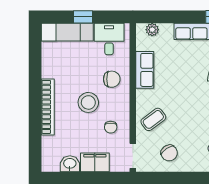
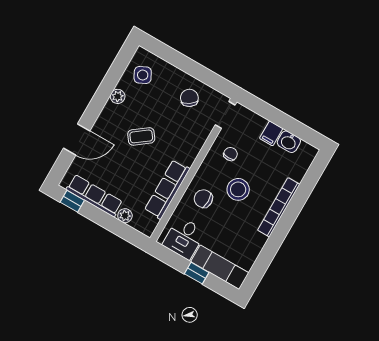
plant: (152, 30) -> (125, 216), moved
row of seats: (145, 70) -> (167, 189), width x1.48
coffee table: (153, 119) -> (141, 136), moved
filing cabinet: (95, 162) -> (271, 133), width x0.50

